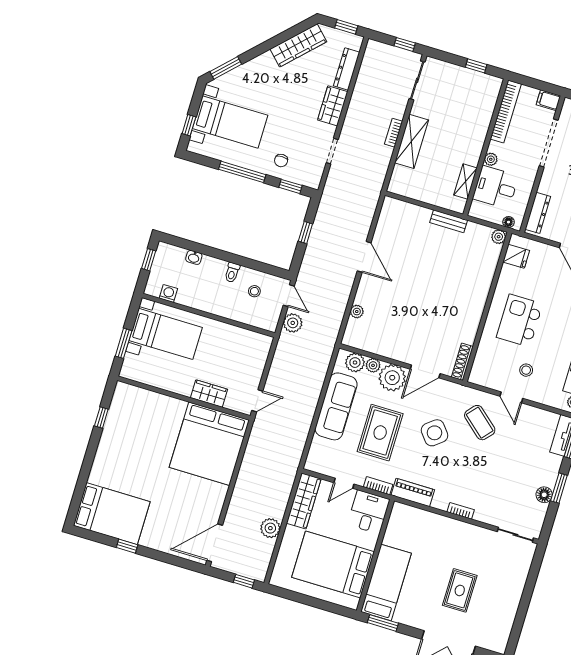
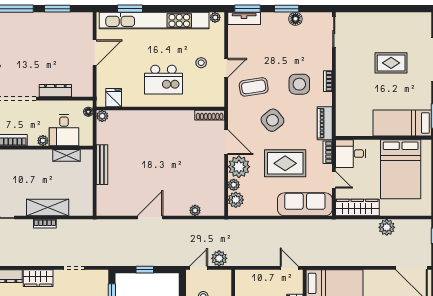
dresser: (538, 213) -> (55, 91), moved
bench: (449, 221) -> (102, 165), width x1.36
sofa: (336, 406) -> (305, 204), moved
coffee table: (480, 423) -> (254, 87), turned 40
side table: (467, 477) -> (299, 84), added

